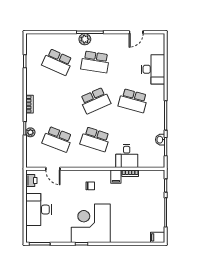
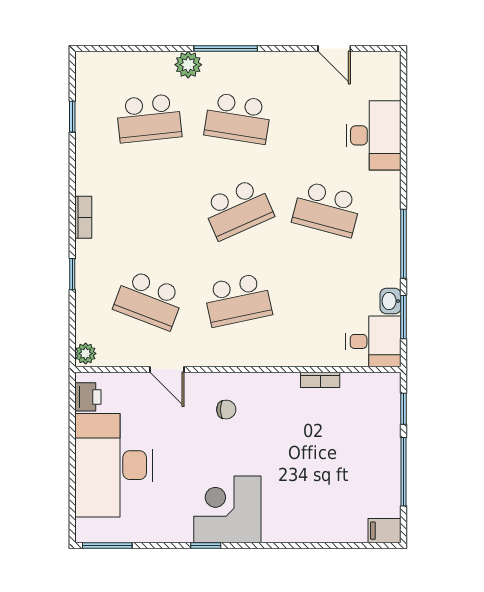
door: (136, 32) -> (334, 49), hinge flipped
plant: (85, 39) -> (188, 65), moved
school desk: (57, 62) -> (149, 118), turned -30
plant: (30, 132) -> (86, 354), moved
school desk: (95, 139) -> (238, 300), turned -30
desk: (127, 156) -> (373, 341), moved, turned -90
door: (53, 169) -> (167, 370), moved
filing cabinet: (116, 177) -> (287, 388), removed
desk: (39, 210) -> (114, 465), width x1.36, depth x1.30
corner desk: (91, 223) -> (227, 509), width x0.74, depth x0.74

